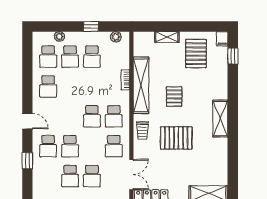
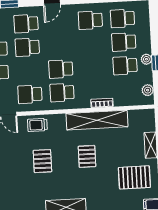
plant: (59, 37) -> (146, 59), moved
pallet: (174, 96) -> (87, 156), turned 90
trolley: (142, 131) -> (37, 125), moved
pallet: (176, 138) -> (42, 161), width x0.67, depth x0.71

